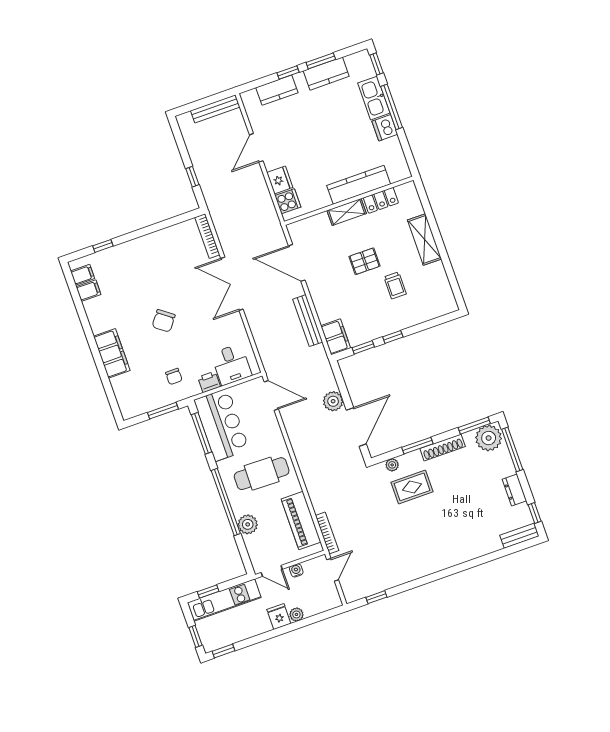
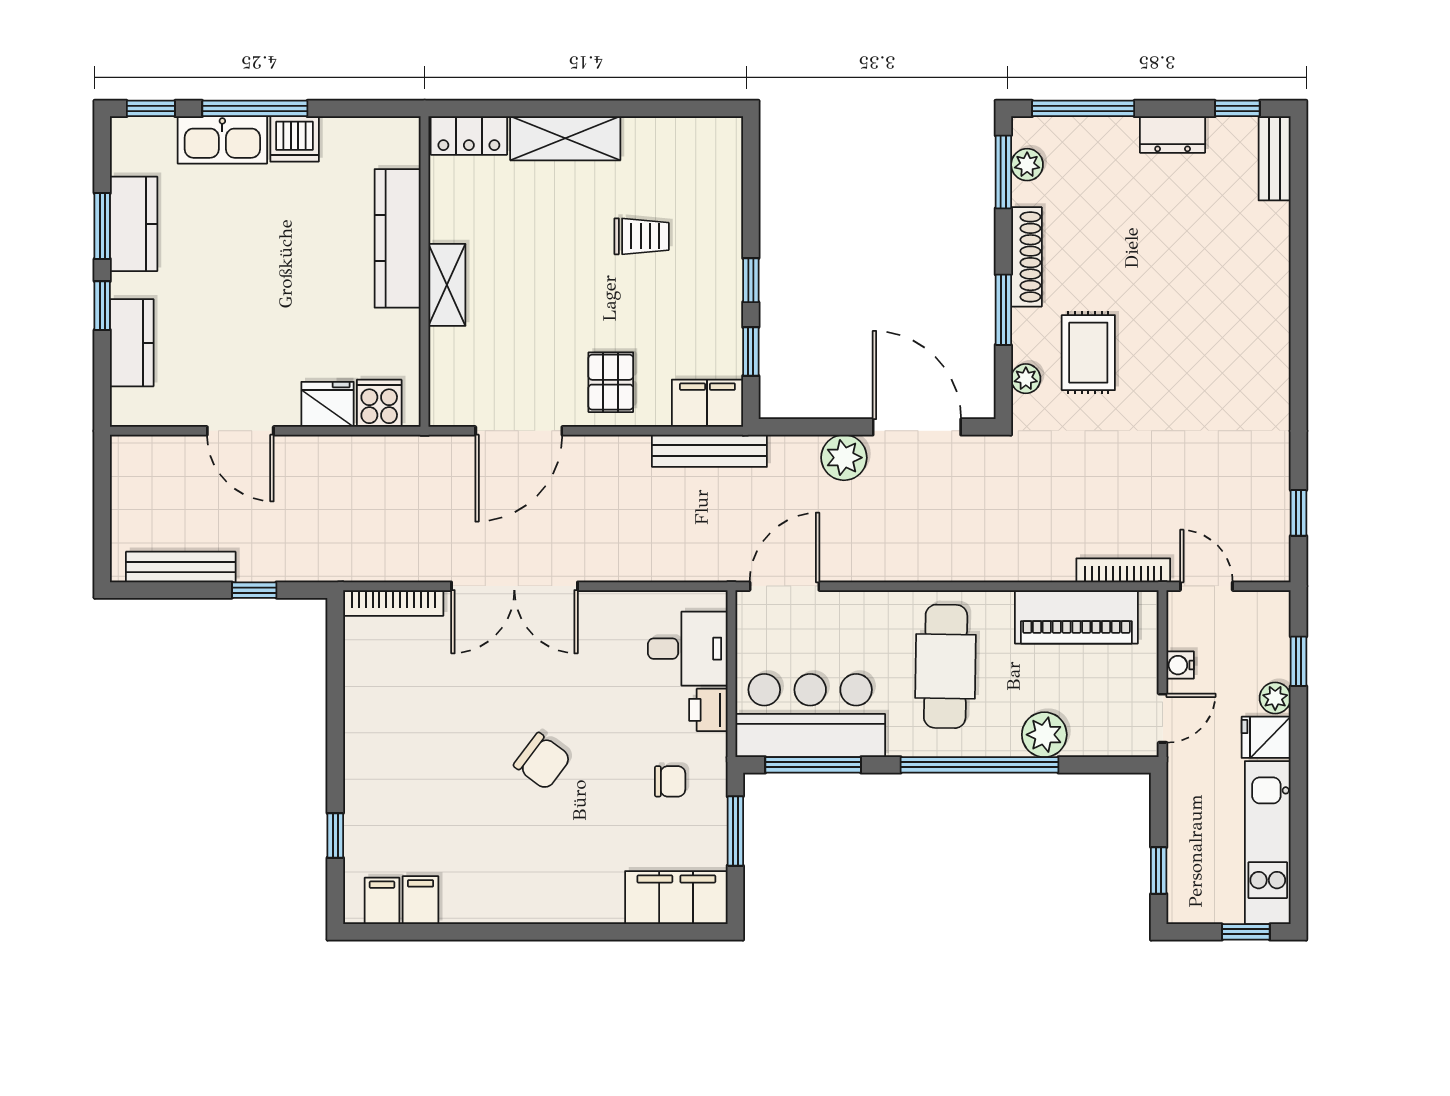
bench: (215, 109) -> (181, 567), moved, turned 90
locker: (381, 200) -> (469, 136), moved, turned 90
pallet: (364, 261) -> (611, 382), moved
bench: (308, 321) -> (709, 451), moved
filing cabinet: (112, 353) -> (676, 898), moved
plant: (489, 438) -> (1027, 165), width x0.53, depth x0.53
kitchen unit: (224, 600) -> (1268, 843), moved, turned 180
window: (223, 651) -> (1299, 661), moved

